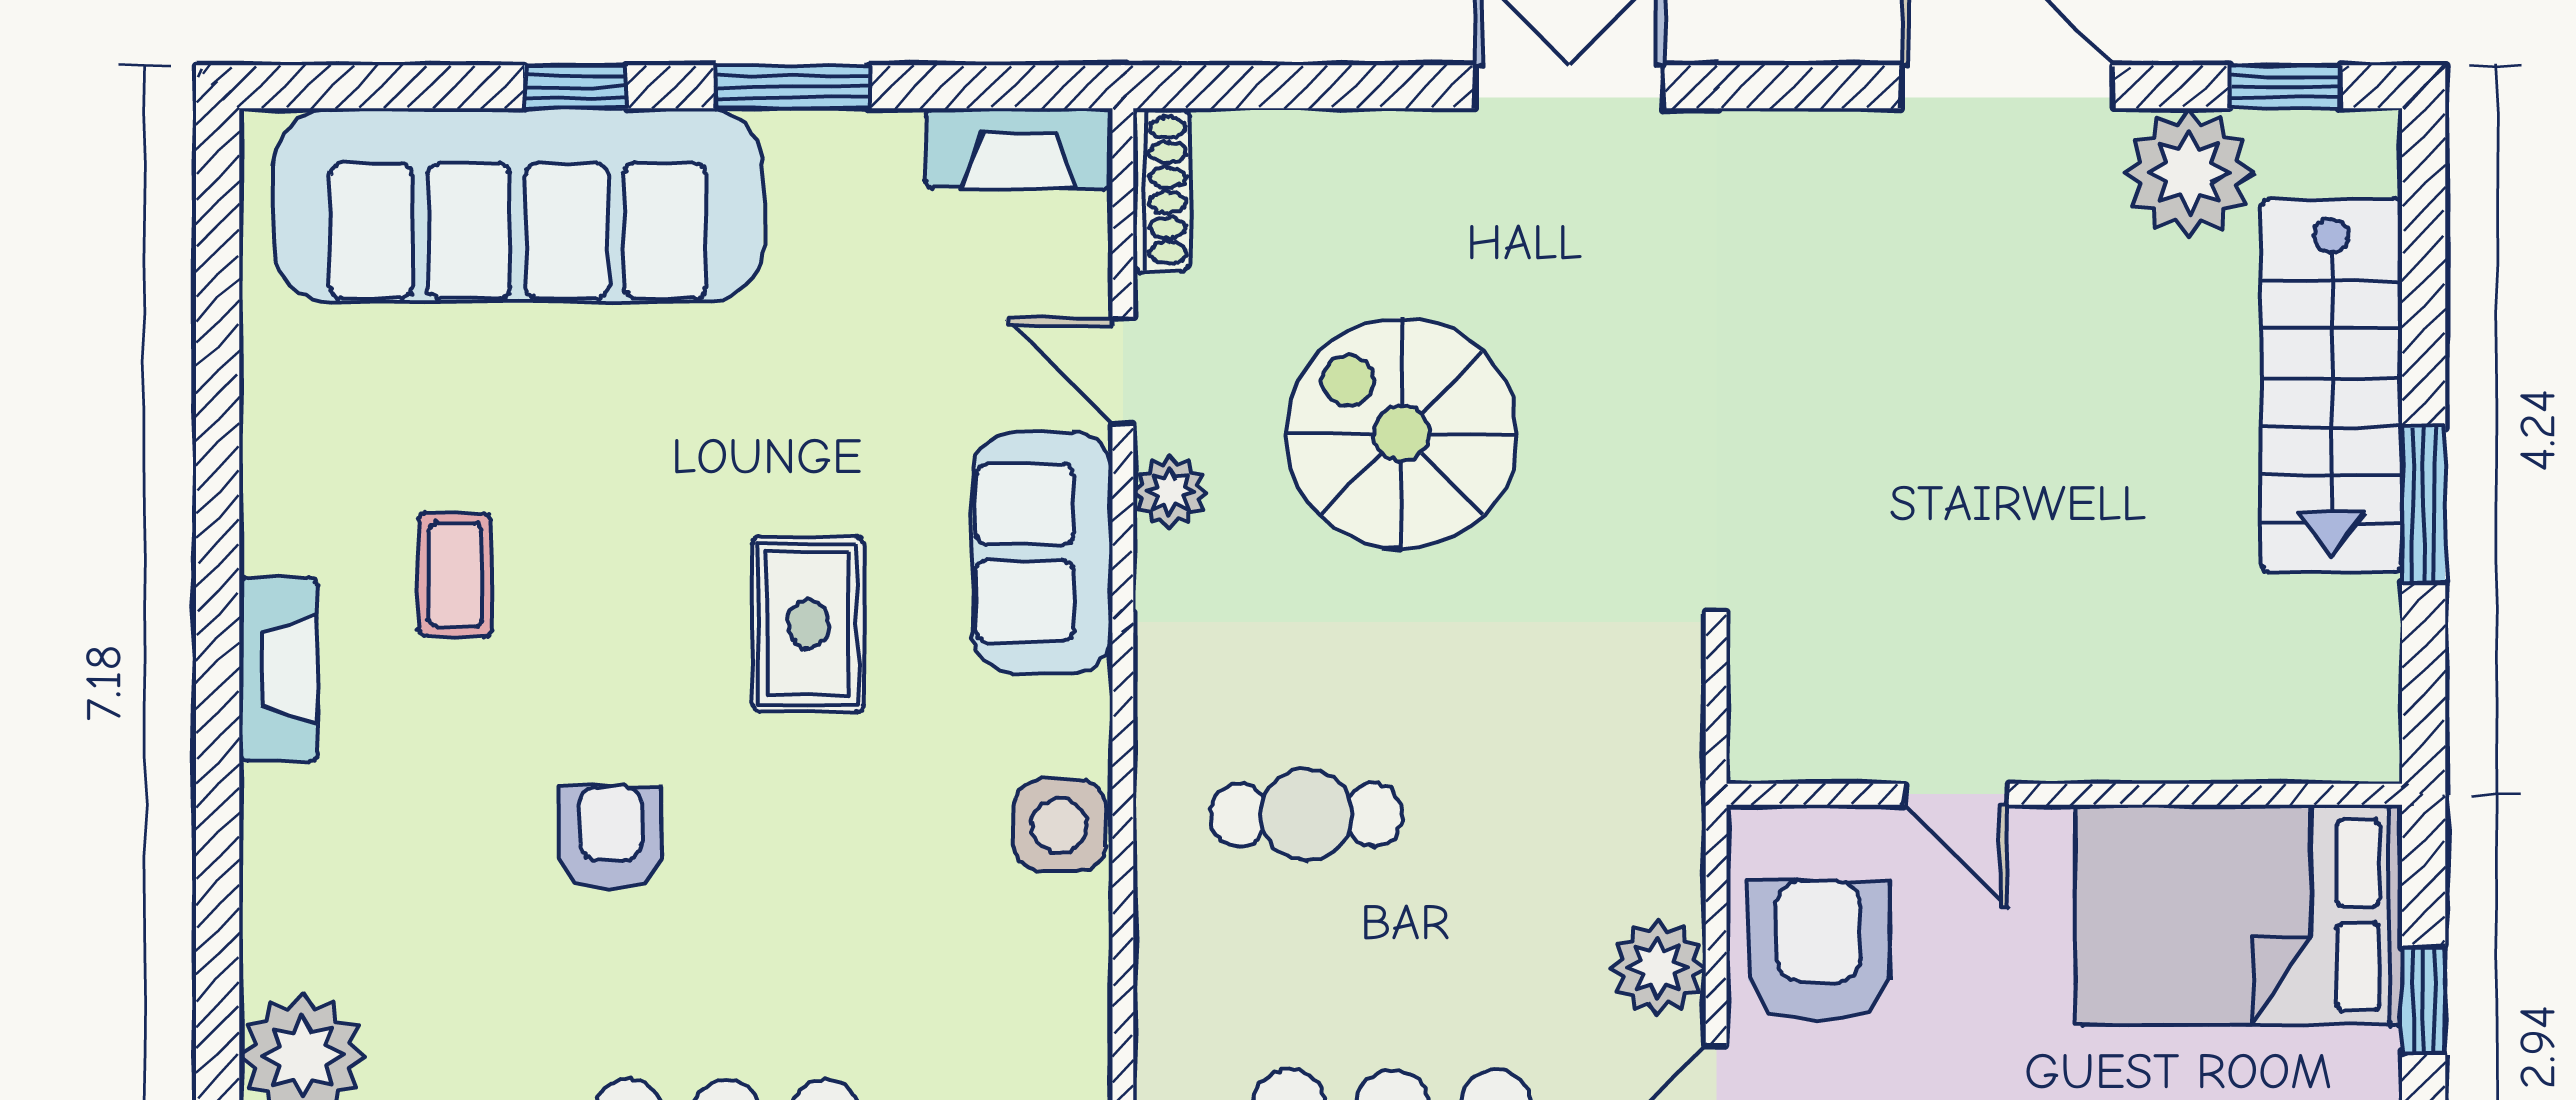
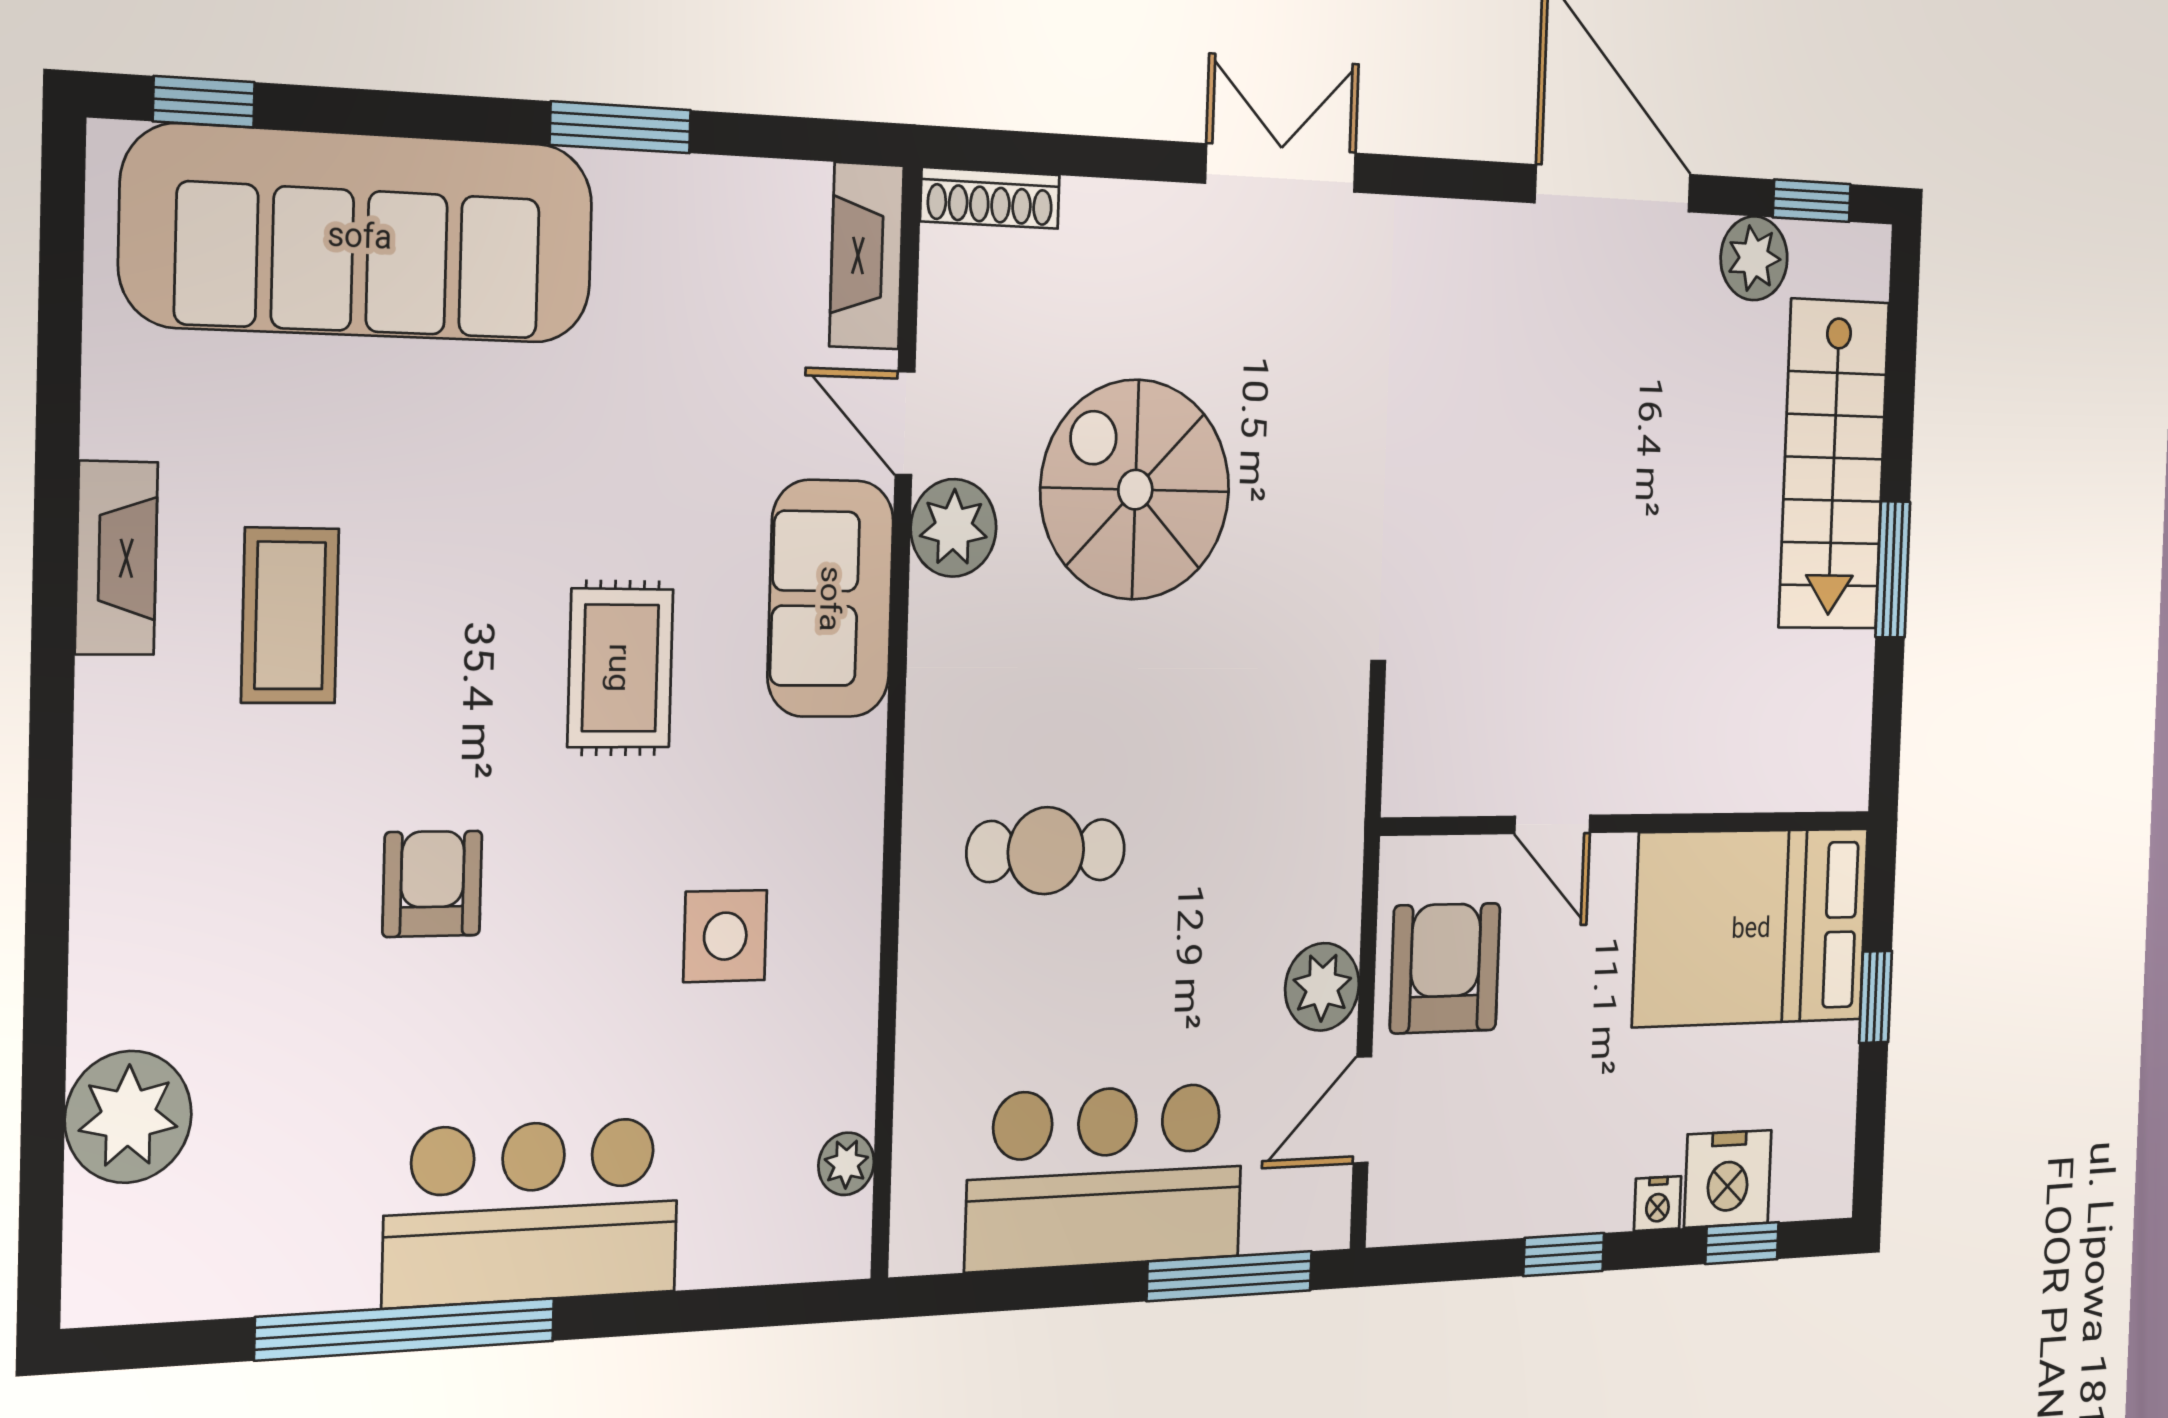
window: (575, 87) -> (204, 102), moved
fireplace: (1019, 148) -> (867, 256), moved, turned 90
plant: (2189, 173) -> (1754, 258), width x0.73, depth x0.73
shoe rack: (1161, 190) -> (990, 198), moved, turned 90
plant: (1170, 492) -> (954, 528), width x1.38, depth x1.38
coffee table: (455, 575) -> (290, 615), width x1.36, depth x1.30
fireplace: (278, 670) -> (116, 558), moved
side table: (1060, 825) -> (725, 936), moved

